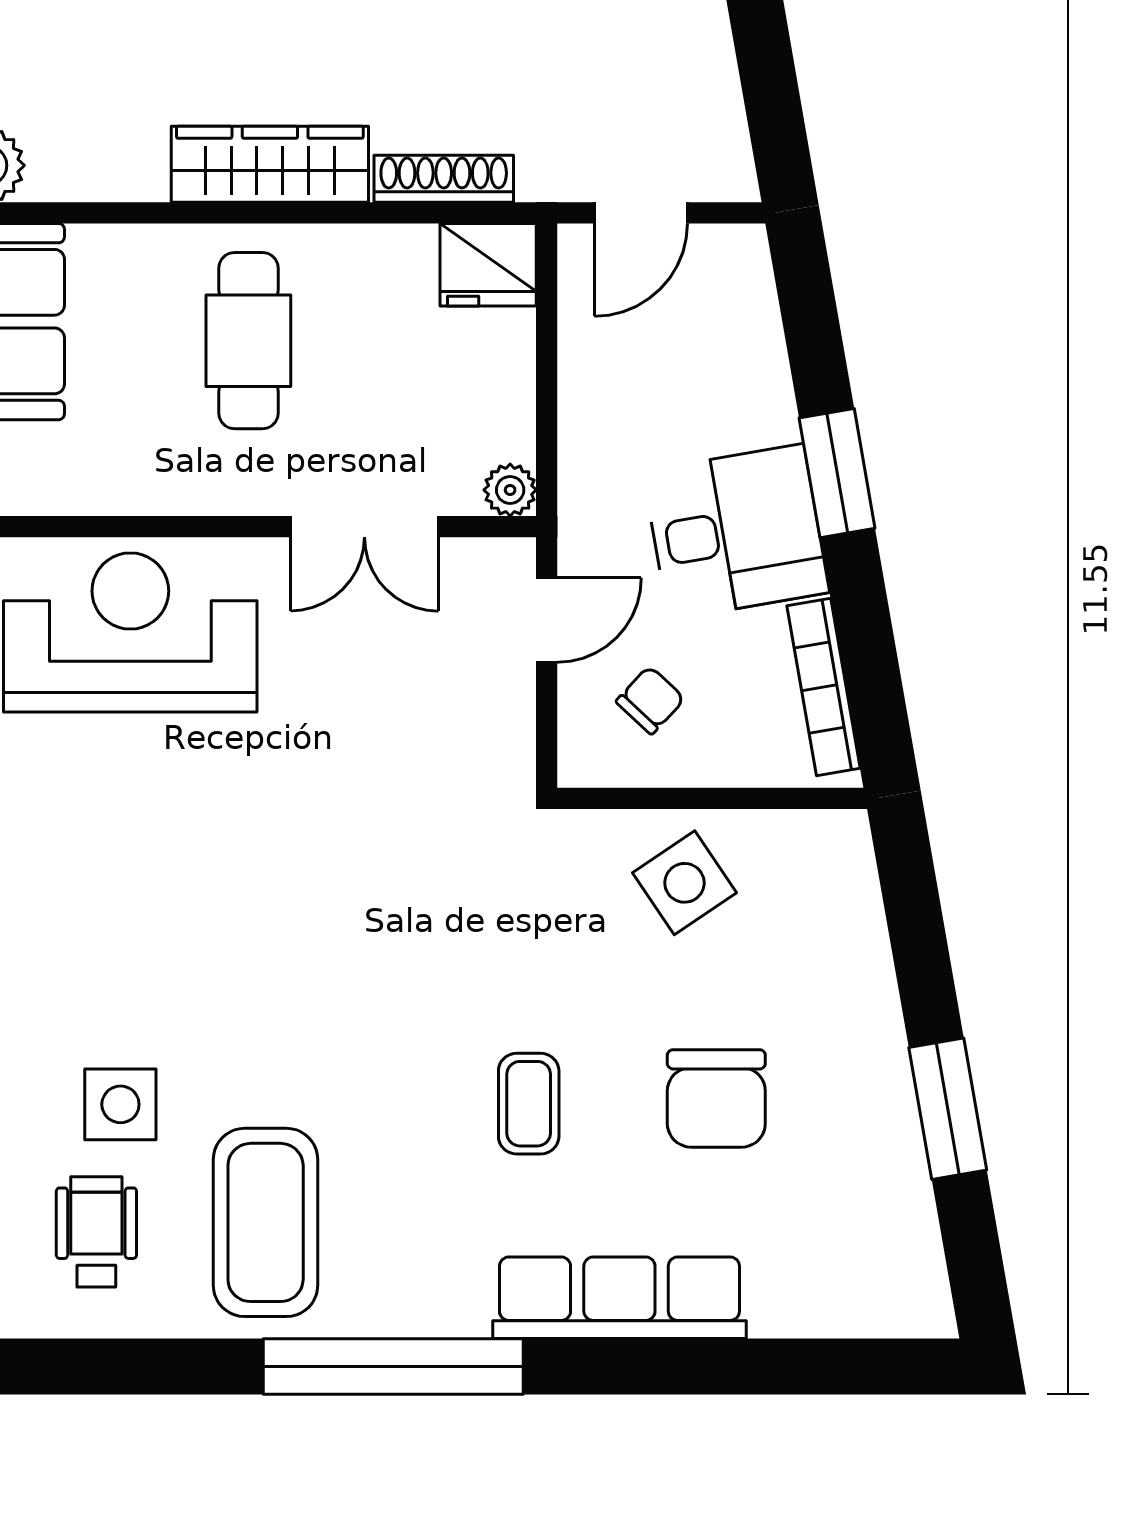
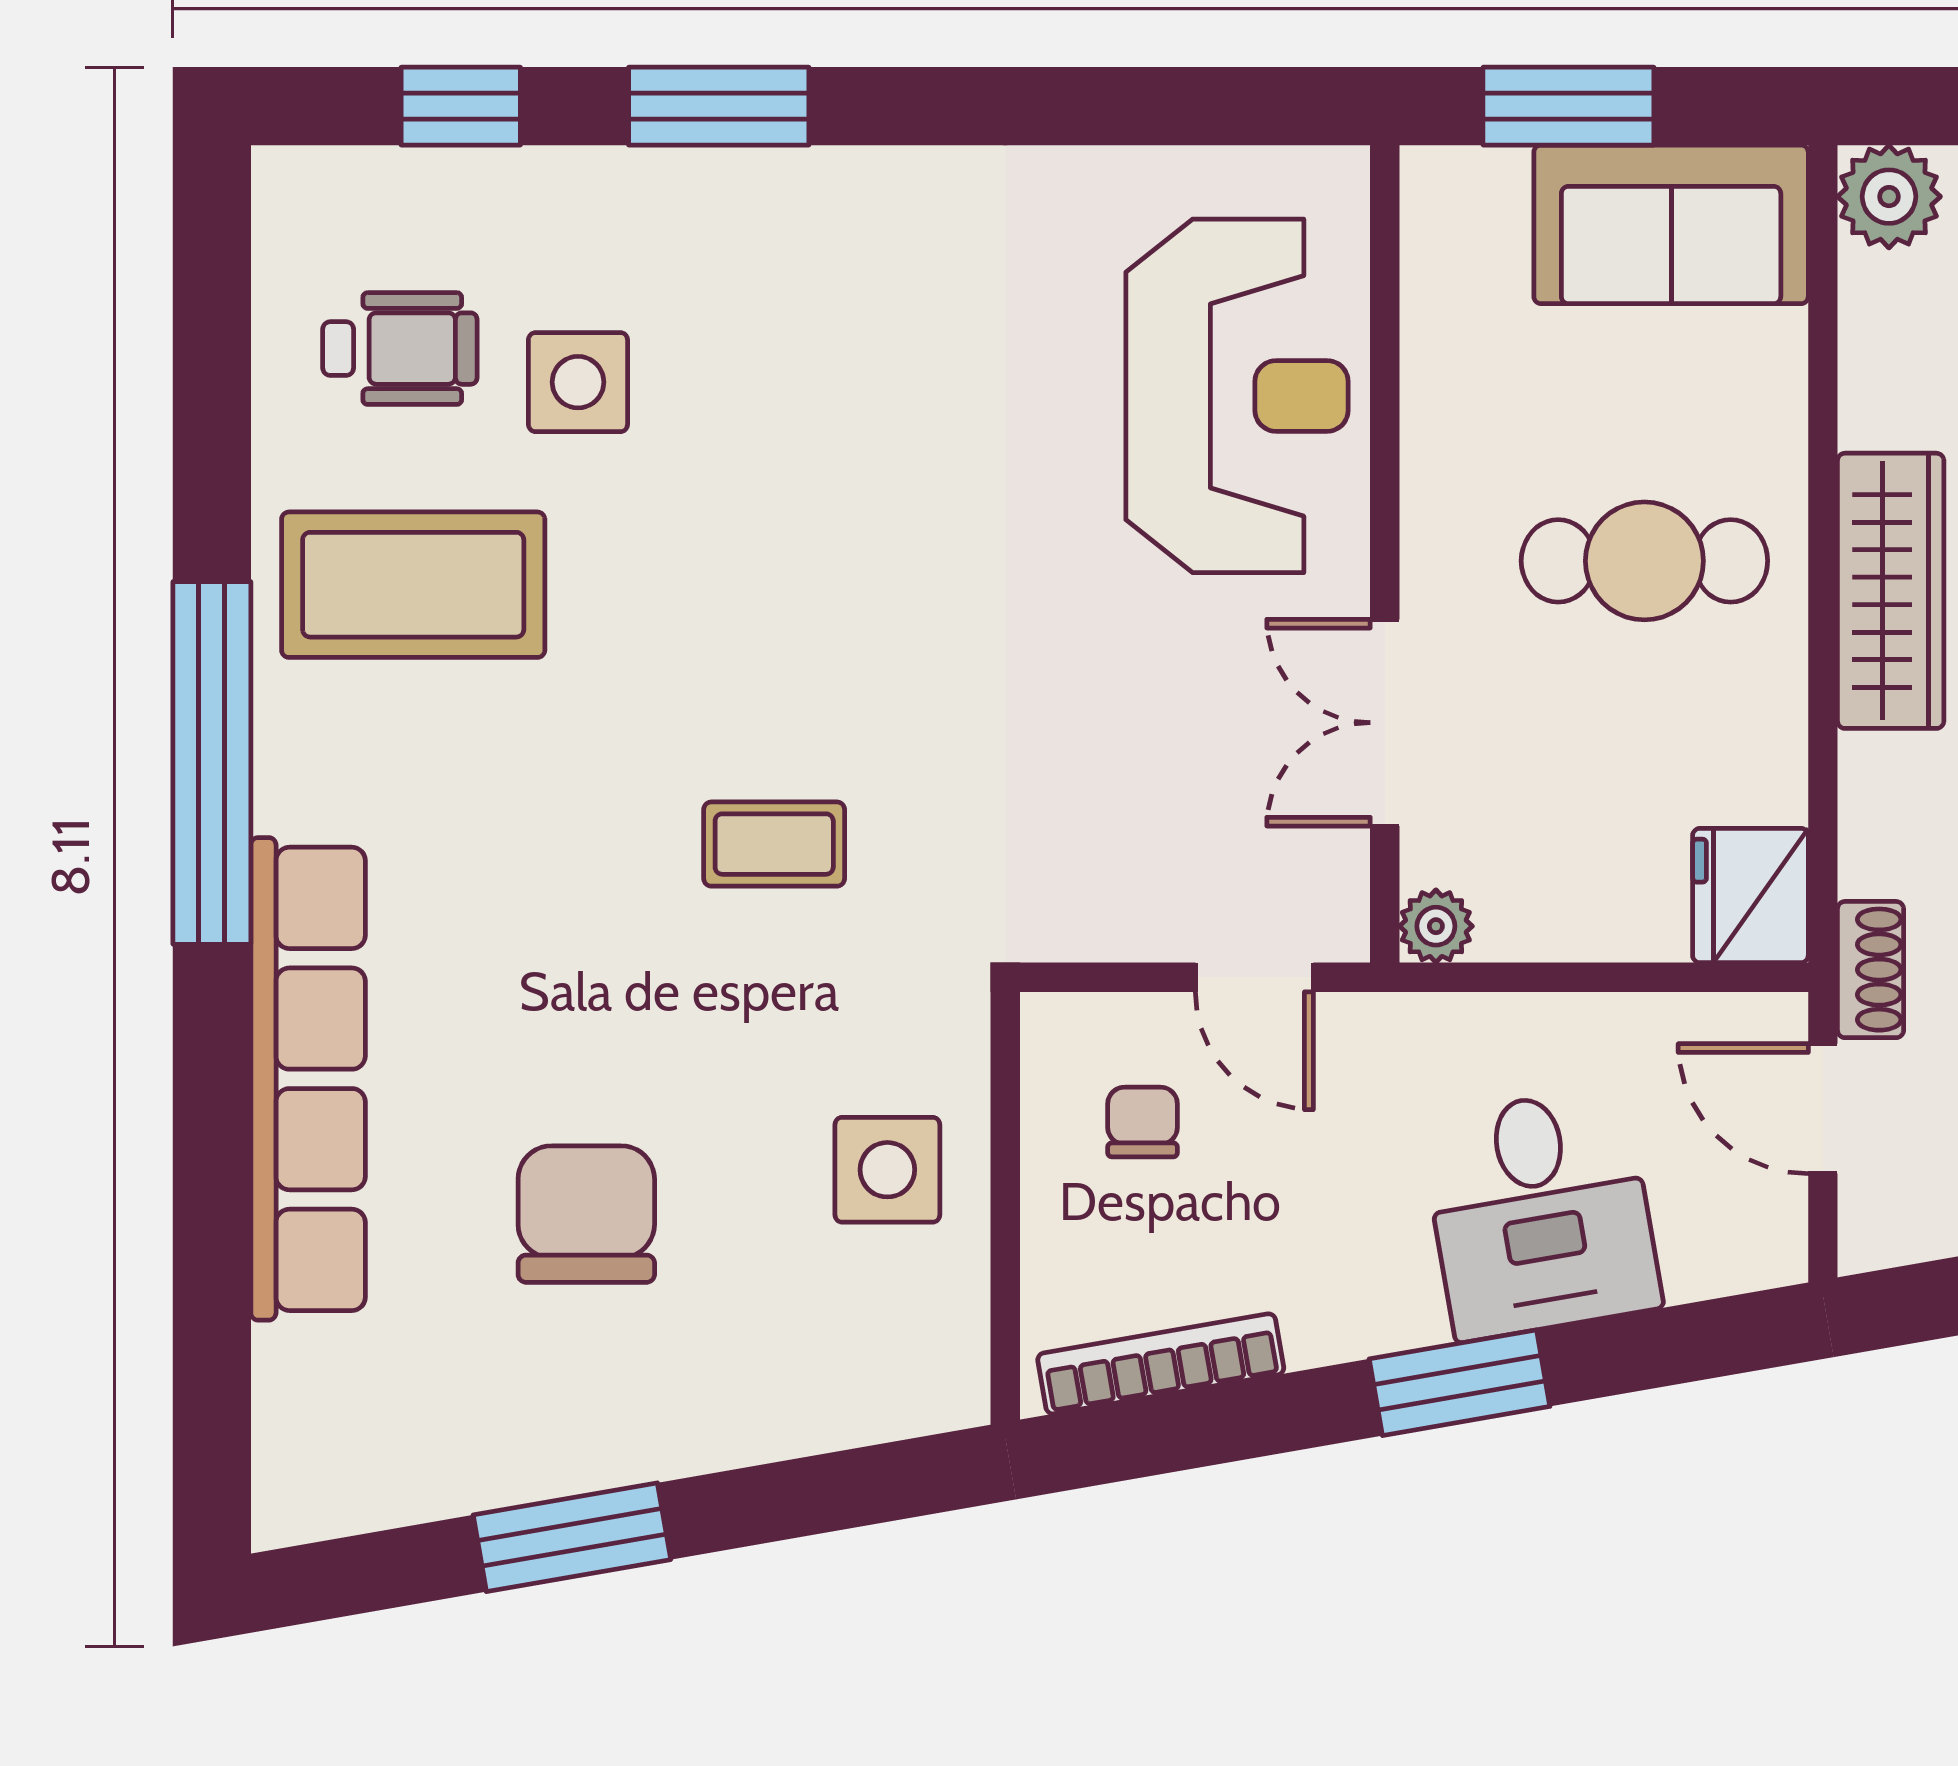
shoe rack: (444, 179) -> (1871, 970), moved, width x0.70
desk: (736, 532) -> (1541, 1213), moved
chair: (650, 700) -> (1143, 1122), turned -133
side table: (685, 883) -> (887, 1170), turned 34
chair: (716, 1098) -> (586, 1214), turned 90
coffee table: (529, 1104) -> (774, 844), moved
row of seats: (619, 1298) -> (308, 1079), width x1.36

